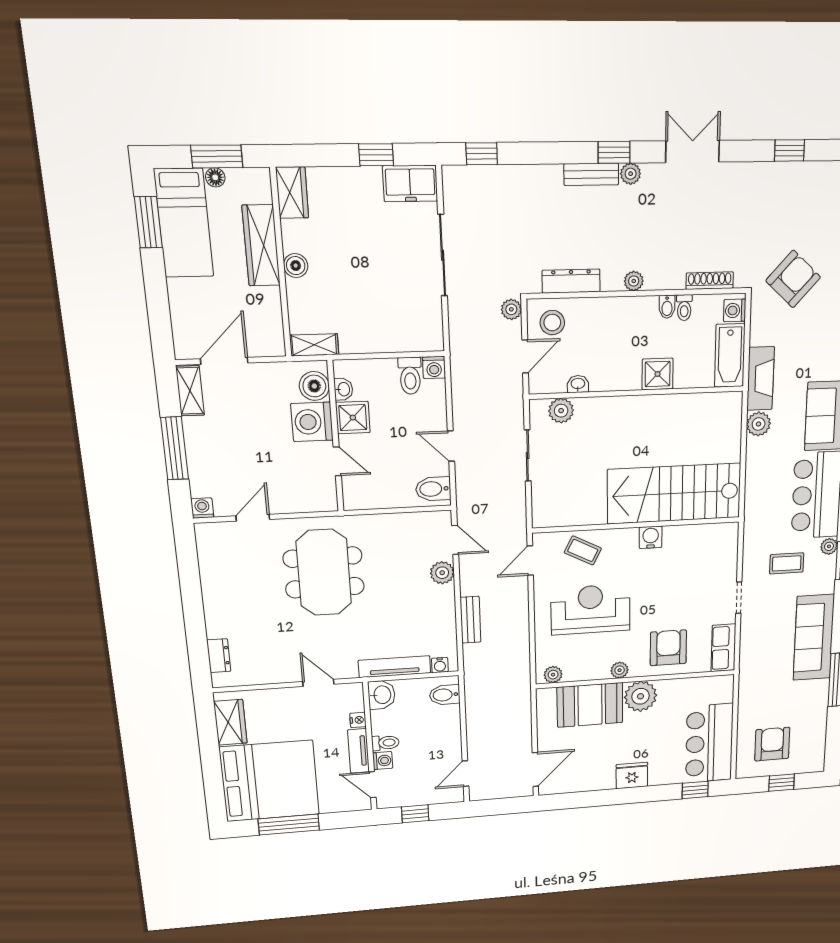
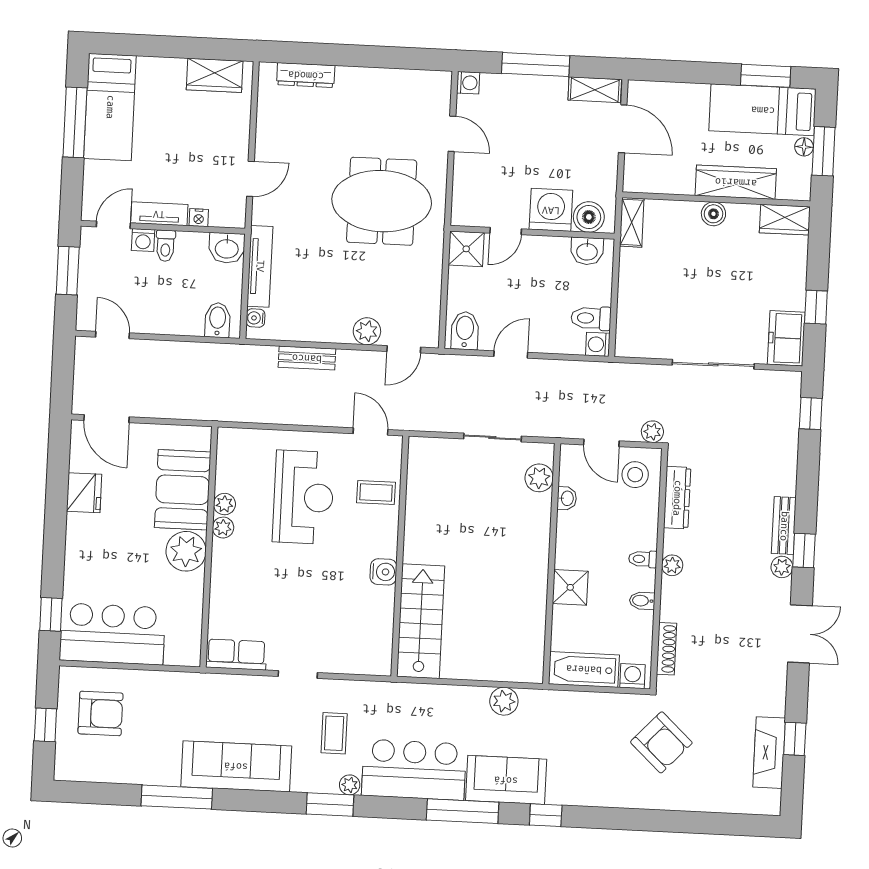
toilet: (684, 308) -> (643, 559), moved
fireplace: (761, 379) -> (769, 753), moved, turned 90
washbasin: (343, 389) -> (587, 251), width x1.38, depth x1.45
shower: (353, 418) -> (466, 249), moved
stairs: (674, 494) -> (421, 621), width x0.73, depth x0.66
coffee table: (583, 550) -> (376, 492), turned 63
armchair: (668, 648) -> (244, 588), removed
dresser: (219, 656) -> (306, 75), width x1.44
plant: (553, 675) -> (224, 504), moved
fridge: (632, 775) -> (84, 493), moved
bed: (270, 781) -> (110, 107), width x0.49
window: (415, 814) -> (68, 271), width x1.50

